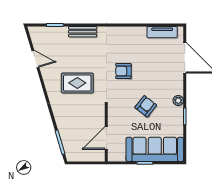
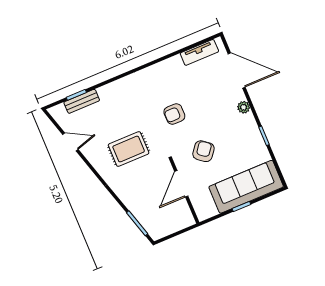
bench: (83, 32) -> (82, 101), moved
plant: (178, 101) -> (244, 107), moved
armchair: (146, 106) -> (203, 151), moved
door: (106, 138) -> (181, 184), moved

